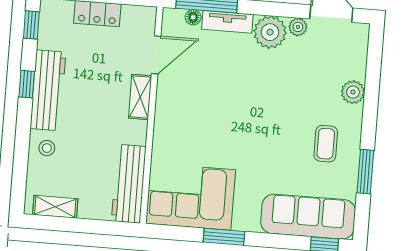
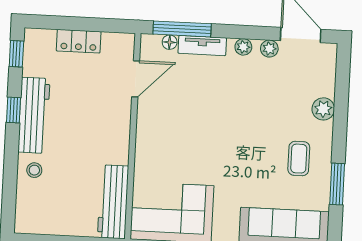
plant: (270, 32) -> (243, 47), width x0.53, depth x0.53
shelving: (140, 97) -> (122, 119), removed
shelving: (55, 207) -> (44, 226), removed

